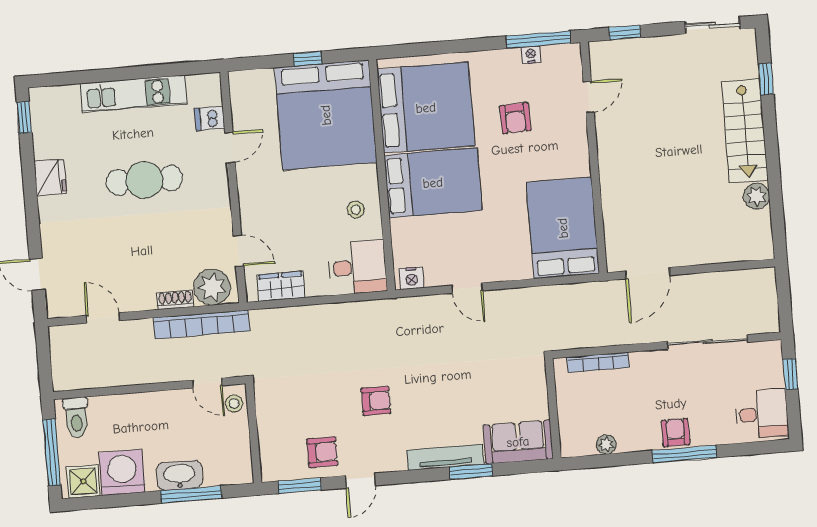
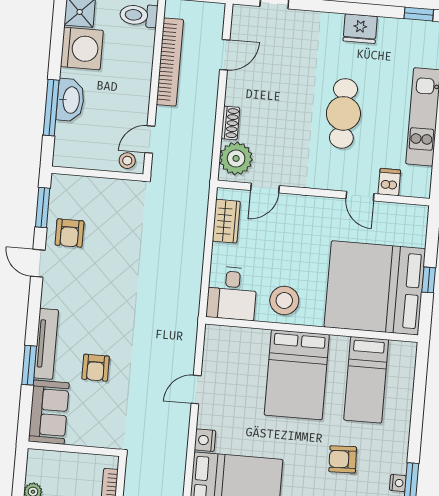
bed: (426, 108) -> (366, 380), width x0.49
stool: (356, 210) -> (284, 300), width x1.89, depth x1.89
nightstand: (412, 278) -> (205, 440), moved
bookcase: (201, 324) -> (170, 62), moved, turned 180
armchair: (376, 401) -> (96, 368), moved

